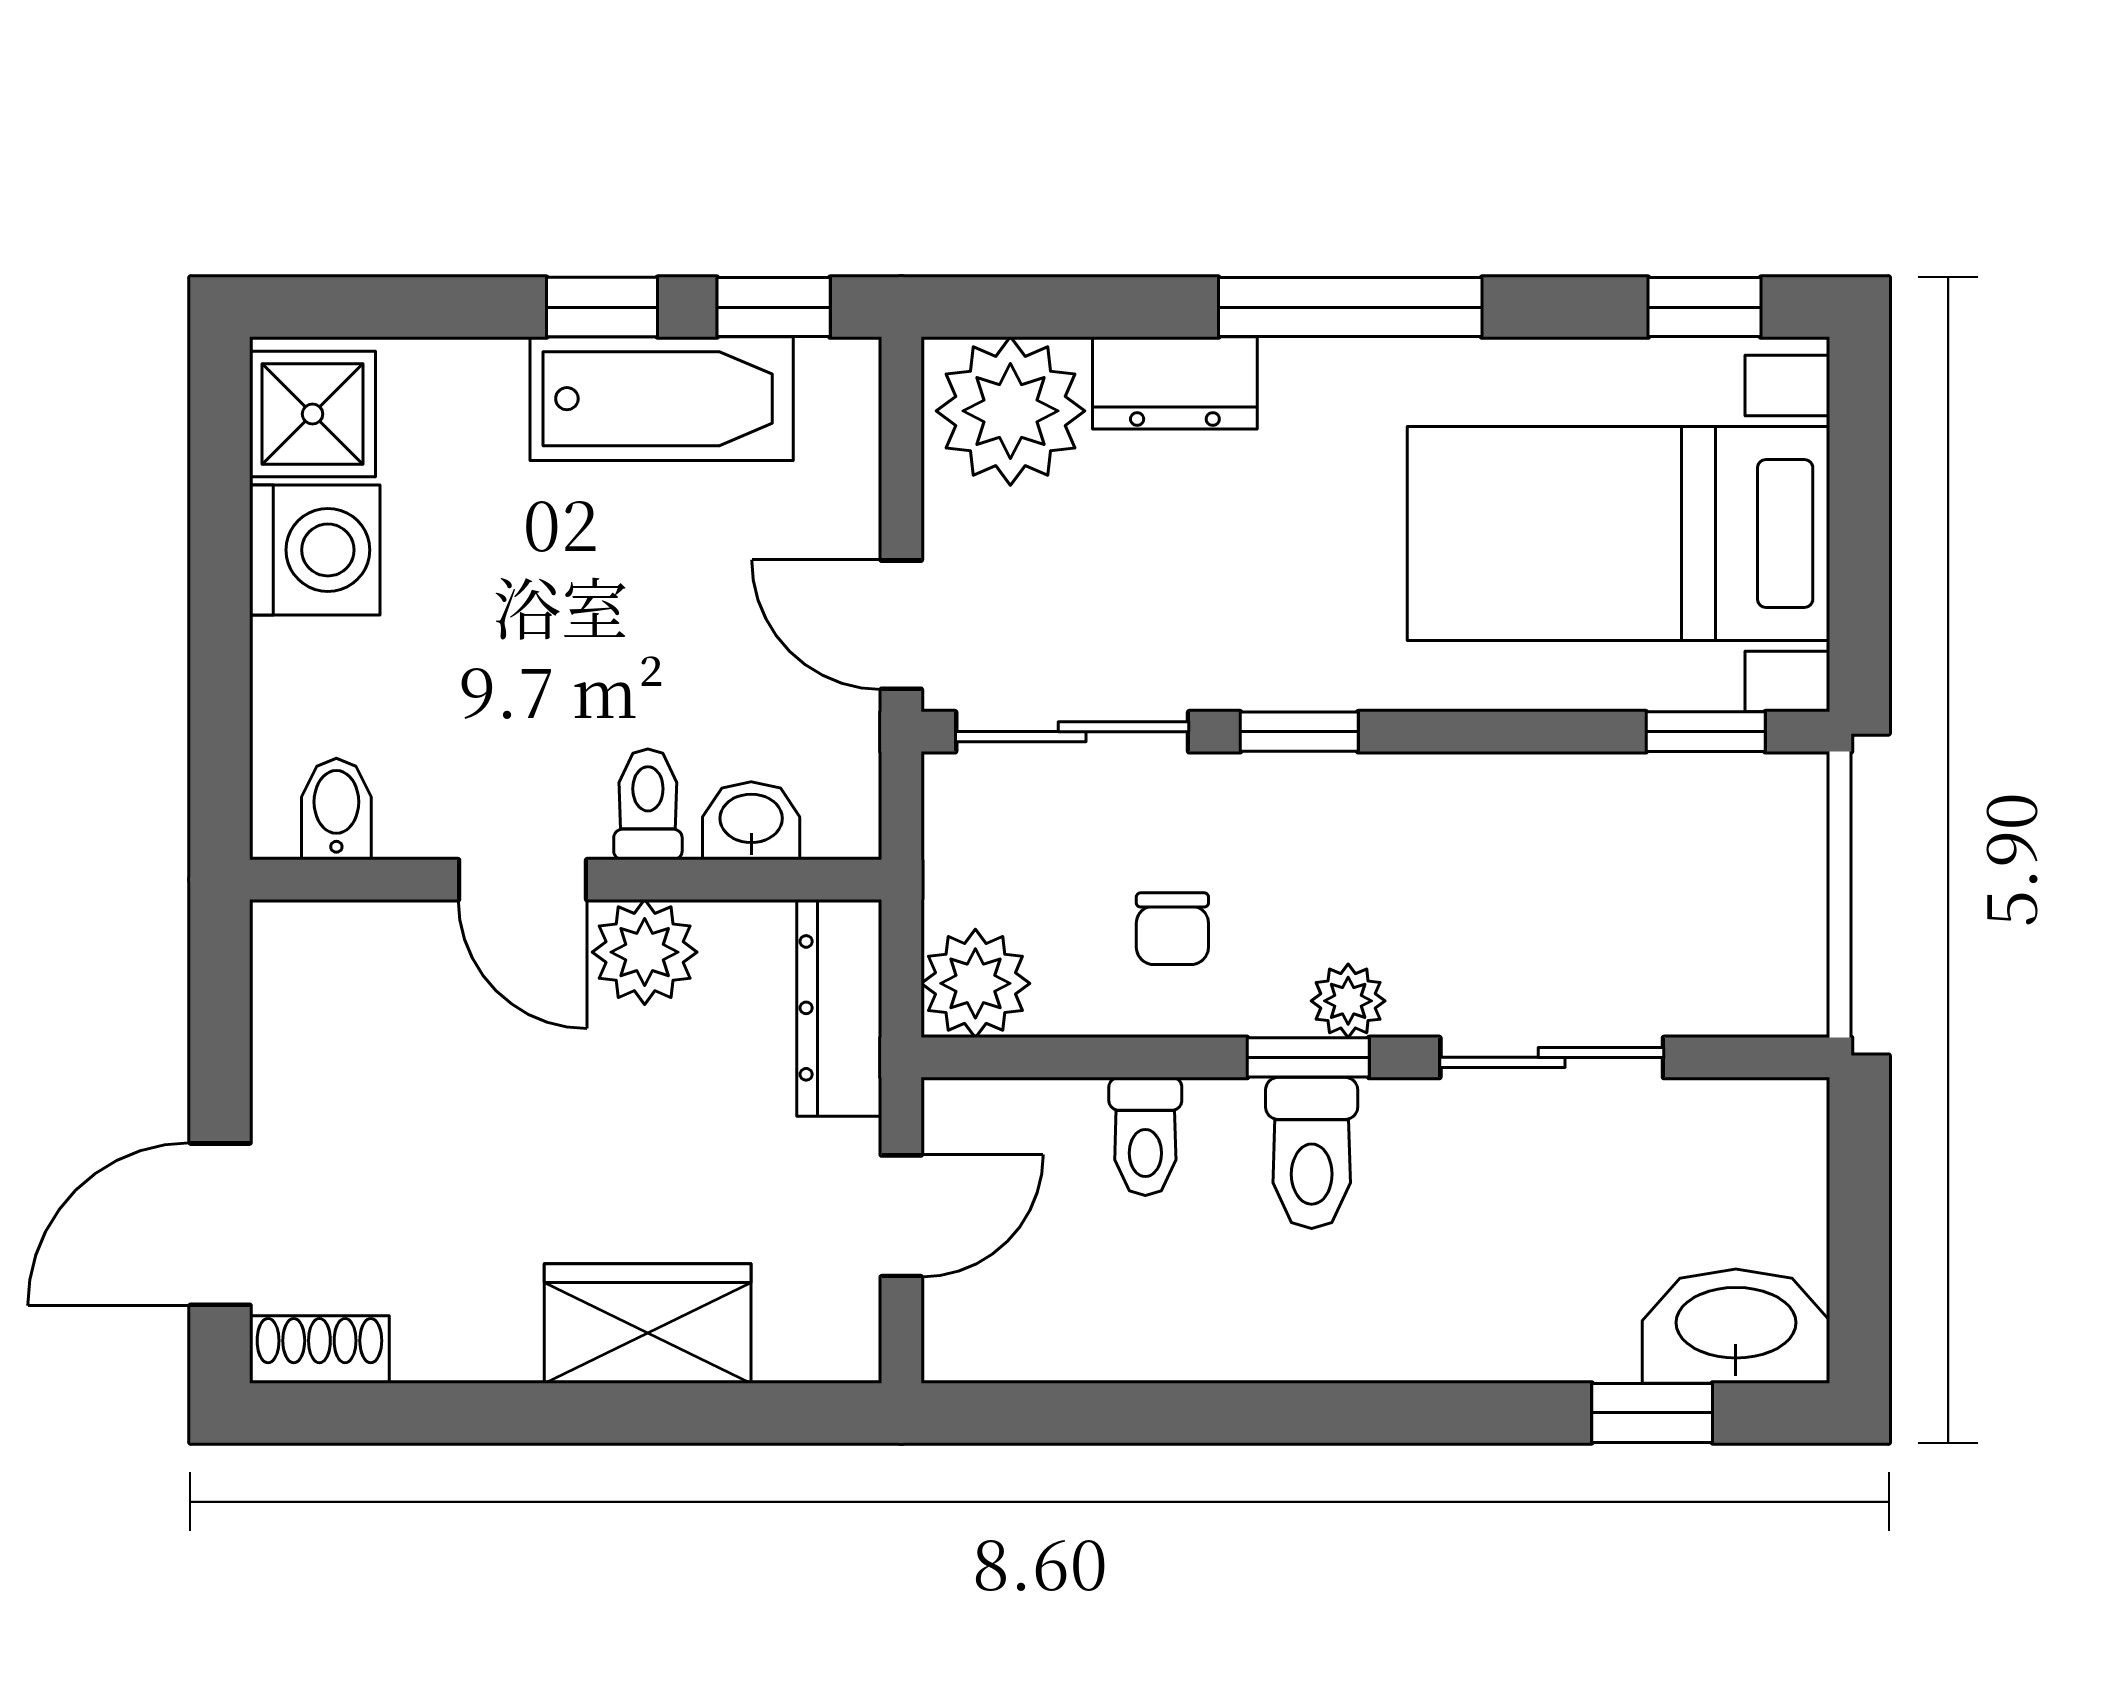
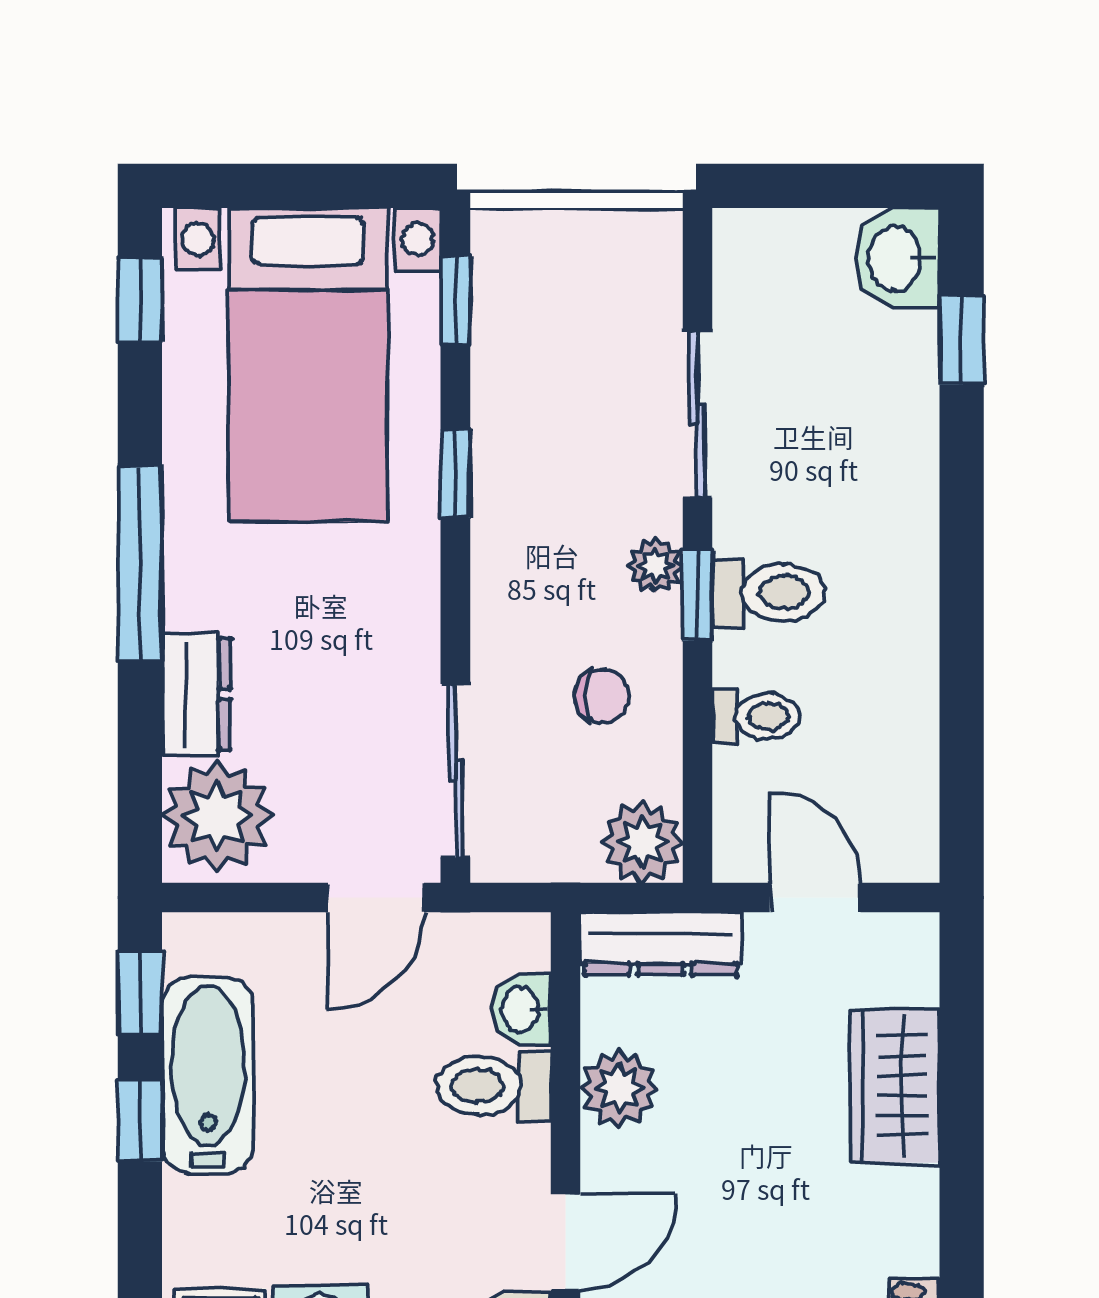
window: (1299, 732) -> (455, 474), moved
toilet: (648, 804) -> (494, 1086), width x1.37, depth x1.39
door: (523, 880) -> (565, 1242), moved
washbasin: (1736, 1326) -> (897, 258), width x0.72

